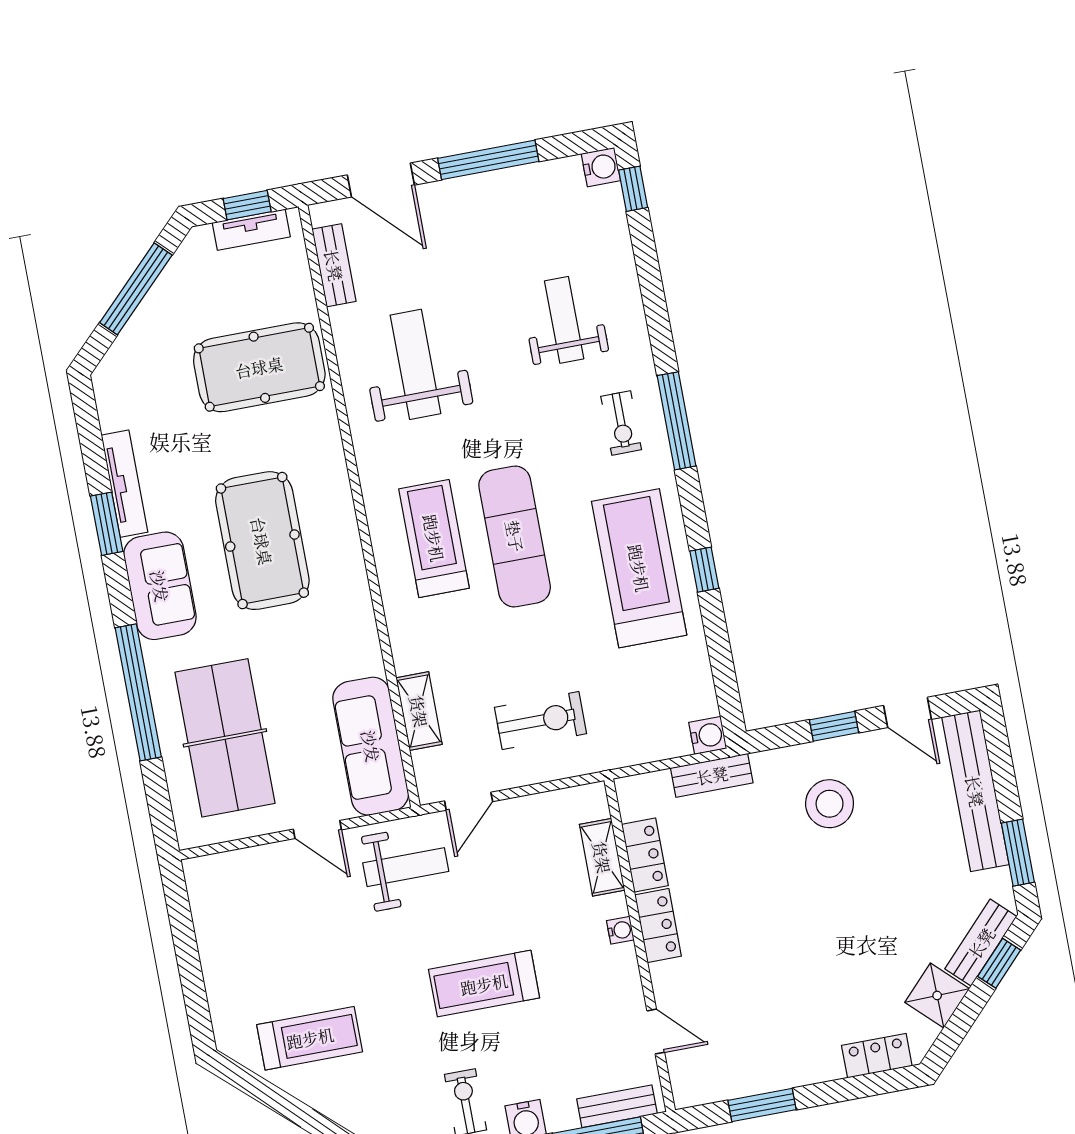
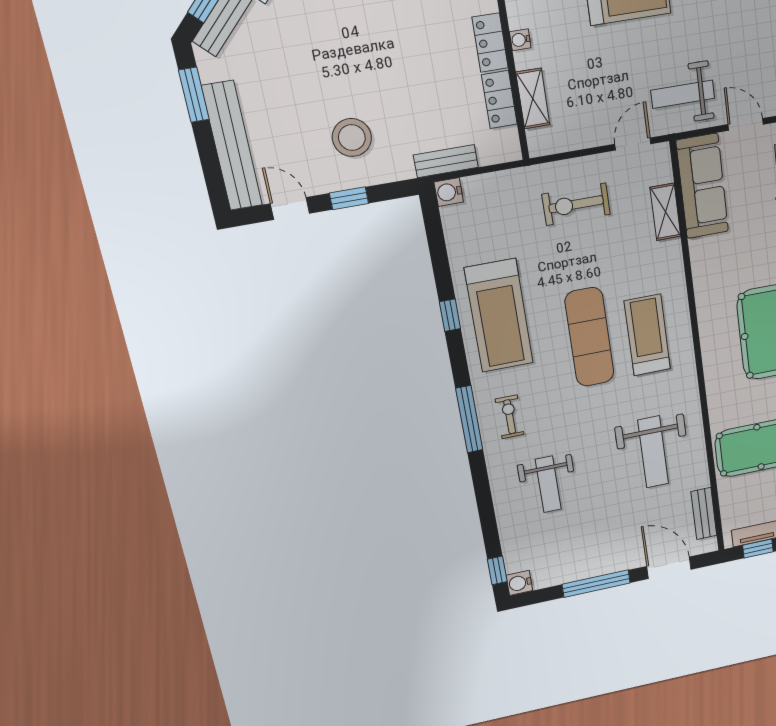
treadmill: (434, 538) -> (647, 335), turned 180

